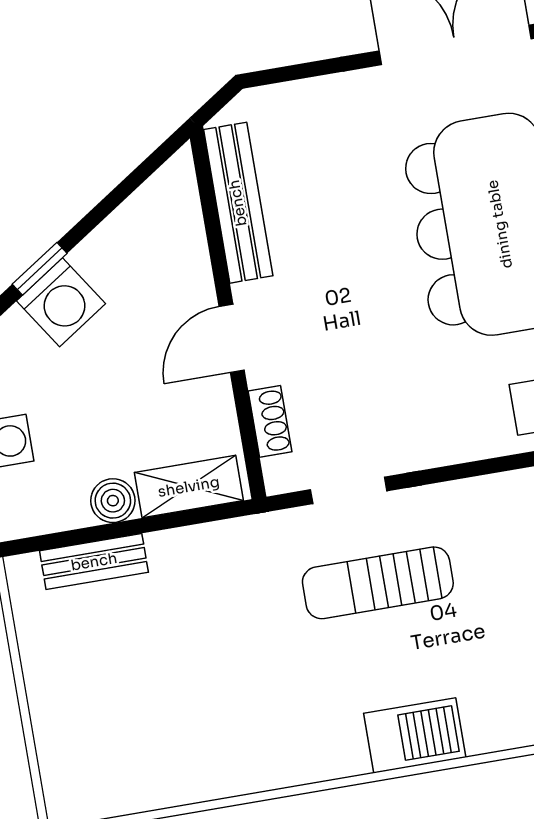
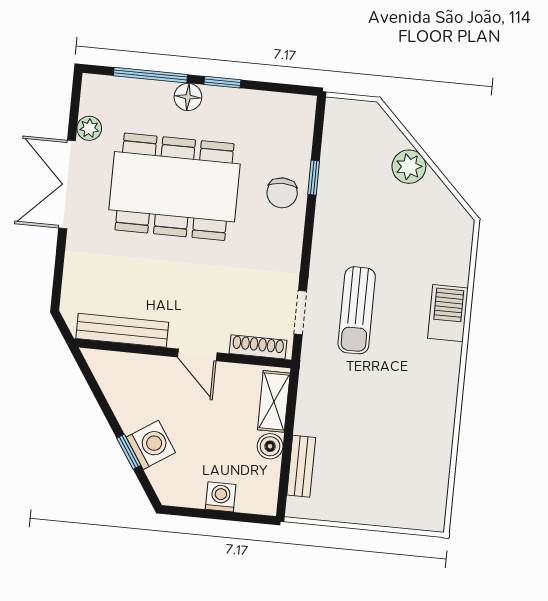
shoe rack: (270, 421) -> (258, 347), width x1.43

